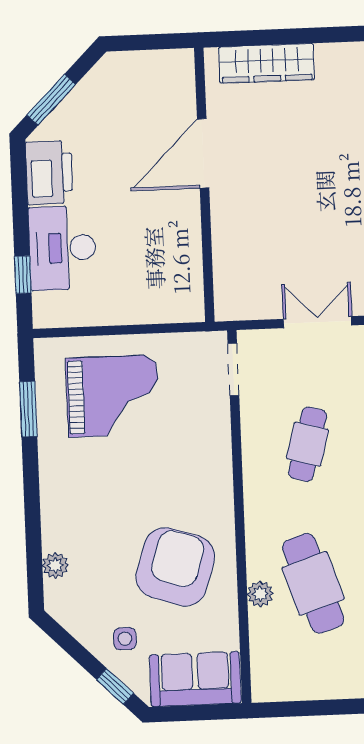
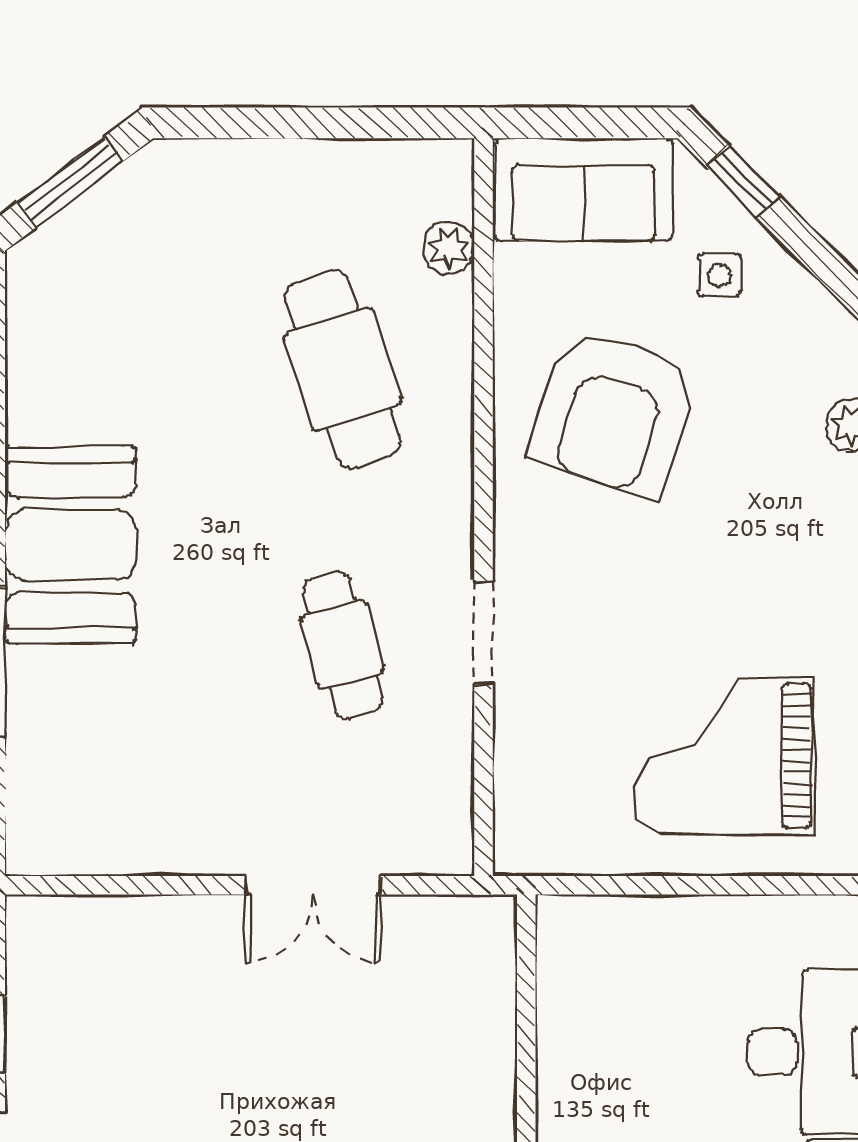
doorway: (233, 369) -> (484, 633), moved
cafe table: (308, 444) -> (343, 645), turned -30
plant: (260, 594) -> (448, 248), moved

